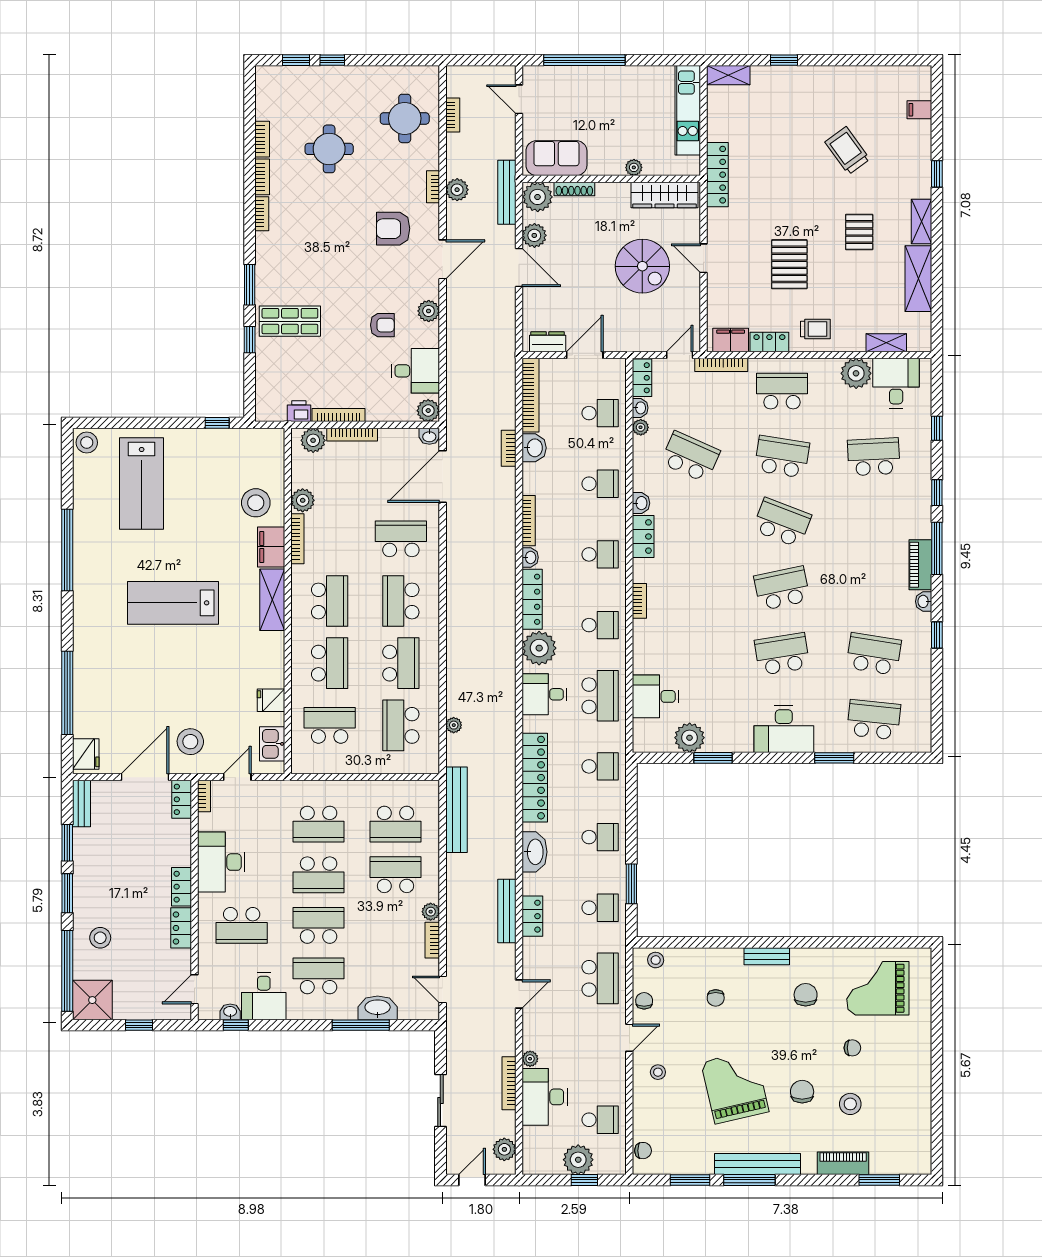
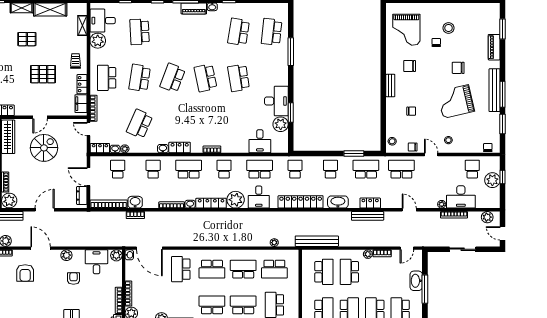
plant: (534, 235) -> (29, 202), removed
school desk: (600, 554) -> (189, 169), width x1.85
desk: (784, 729) -> (276, 101), moved
window: (834, 758) -> (291, 52), width x1.44
school desk: (600, 908) -> (366, 169), width x1.85
stool: (850, 1104) -> (449, 28), moved

